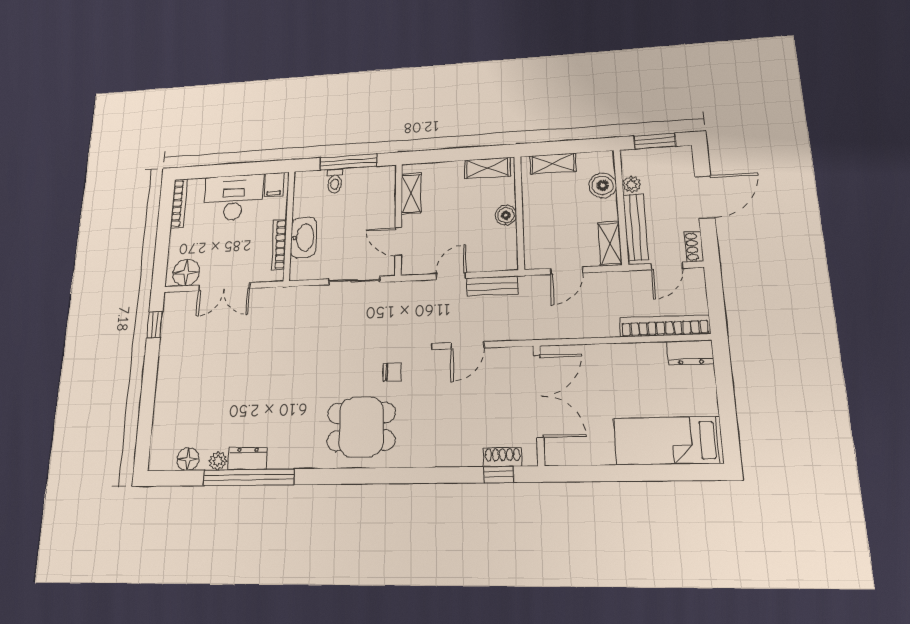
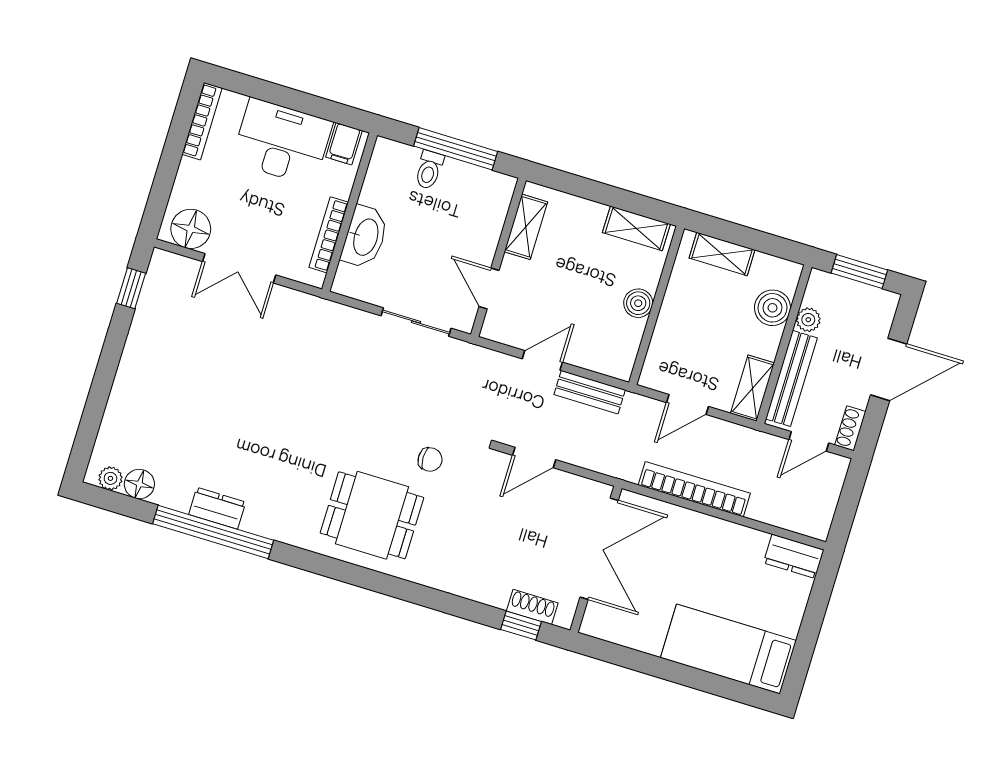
bookcase: (665, 326) -> (694, 489), moved
plant: (218, 461) -> (110, 478), moved

